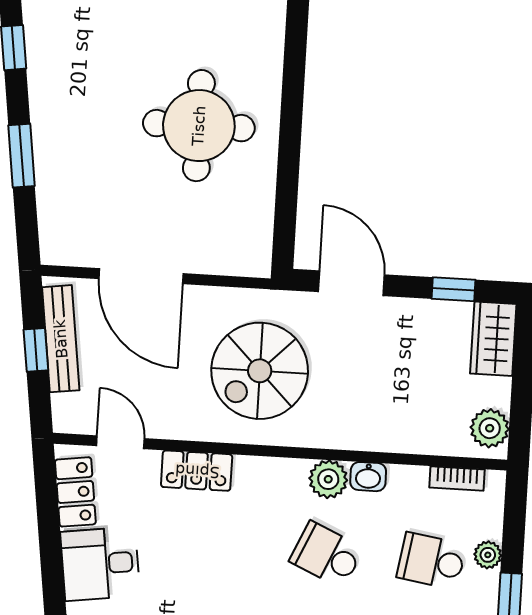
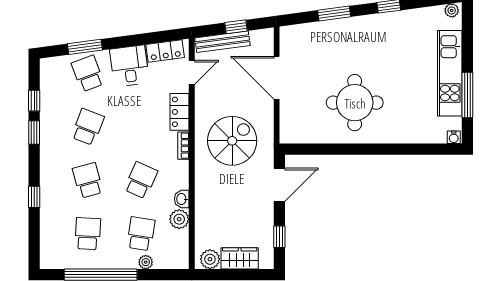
door: (141, 276) -> (277, 78), hinge flipped
bench: (61, 339) -> (222, 42), moved
wardrobe: (493, 339) -> (240, 258), moved
spiral stairs: (260, 371) -> (232, 141), turned 90
bookcase: (457, 478) -> (183, 146), moved
plant: (328, 479) -> (179, 219), moved

